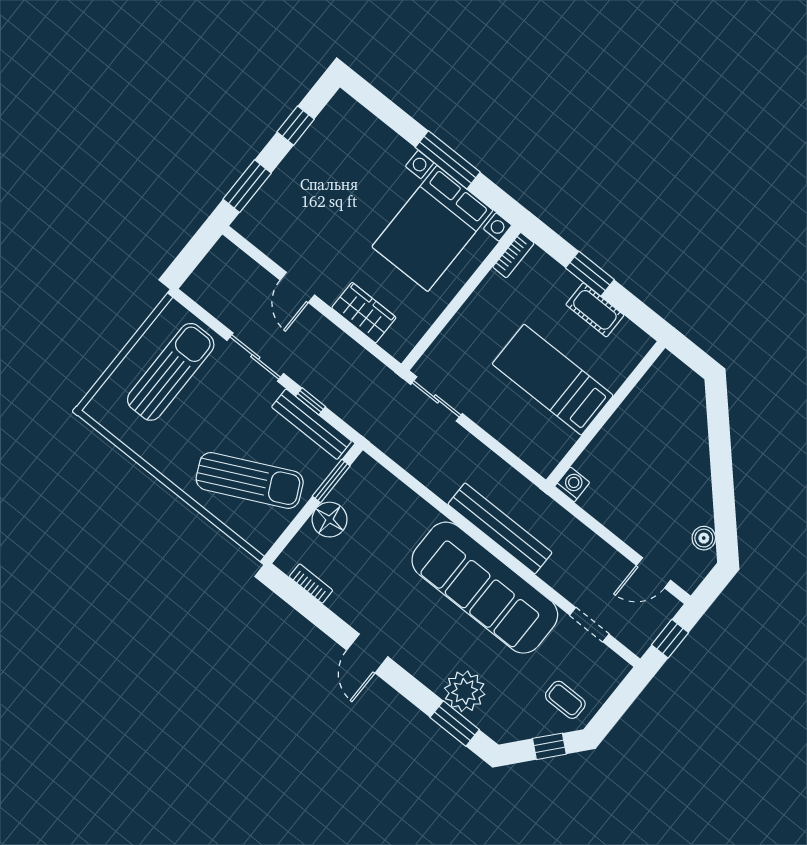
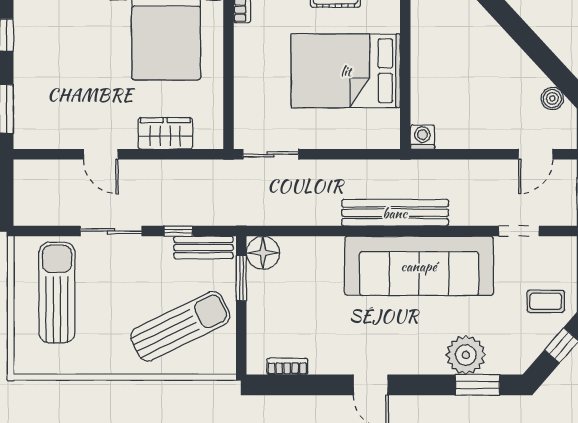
bed: (553, 380) -> (346, 71), width x1.50
bench: (312, 424) -> (203, 248), width x0.73
floor lamp: (330, 520) -> (263, 253), moved

